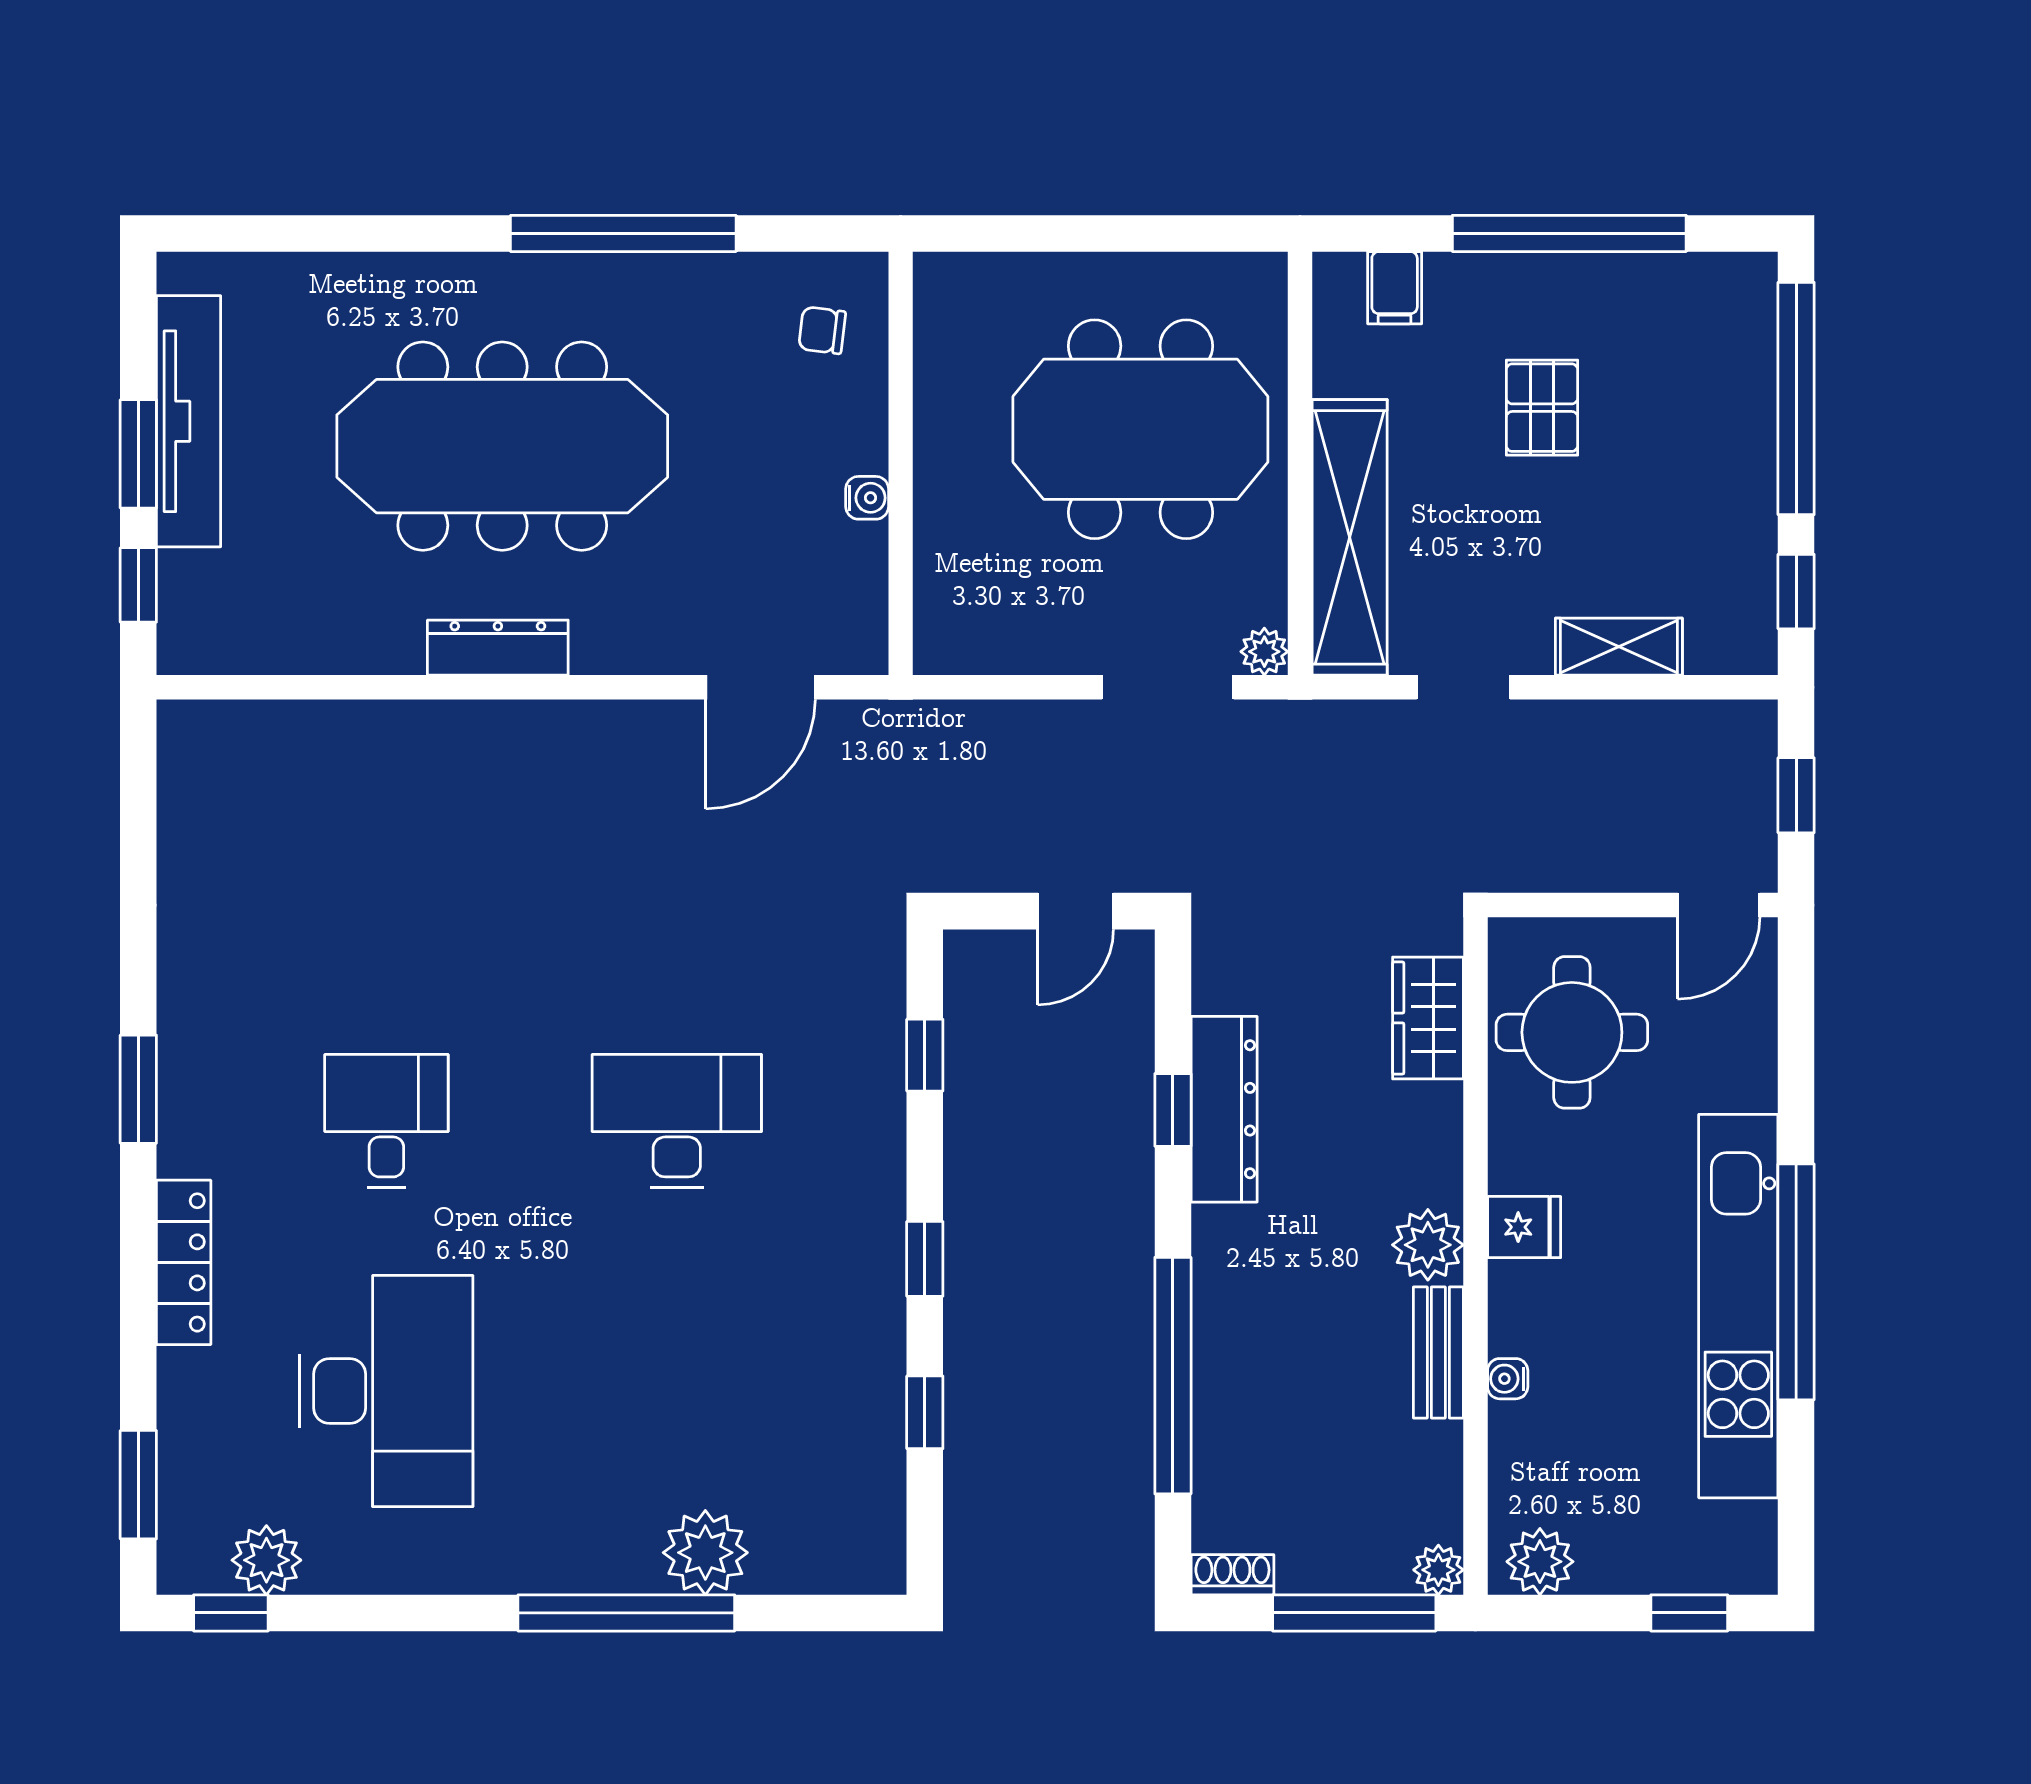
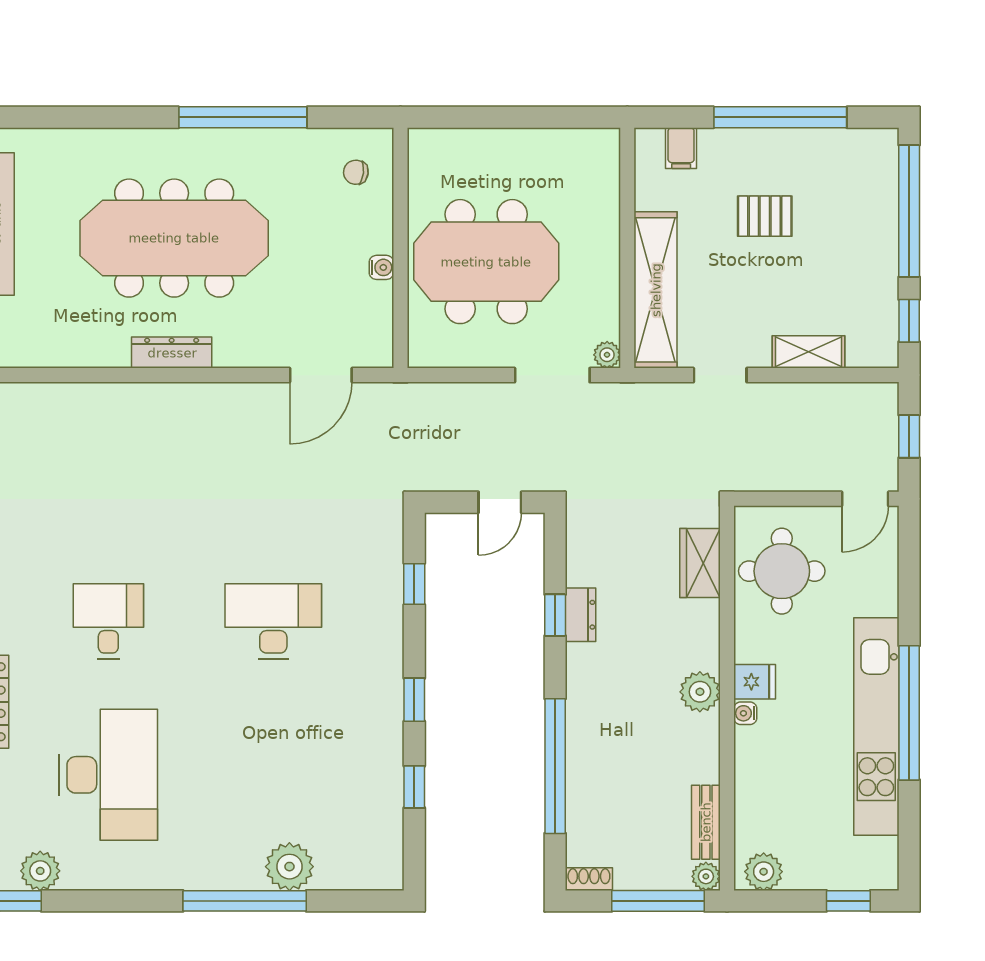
pallet: (1542, 408) -> (765, 216), turned 90
meeting table: (1140, 429) -> (486, 262), moved
dresser: (1224, 1109) -> (581, 615), width x0.51, depth x0.80
bench: (1438, 1353) -> (706, 822), moved
water cooler: (1508, 1379) -> (745, 713), moved

